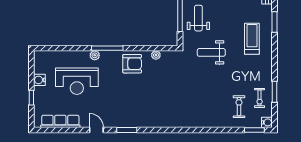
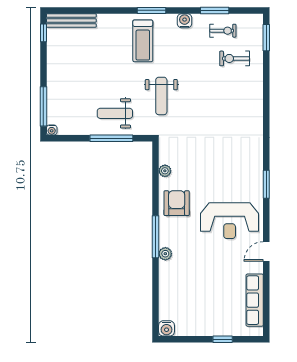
window: (274, 22) -> (151, 10), moved
treadmill: (252, 39) -> (143, 41), turned -90
water cooler: (39, 80) -> (167, 328), moved
reception desk: (77, 81) -> (230, 221), moved, turned 90
water cooler: (267, 122) -> (185, 21), moved
window: (127, 130) -> (266, 184), moved

